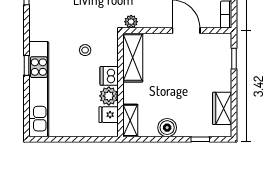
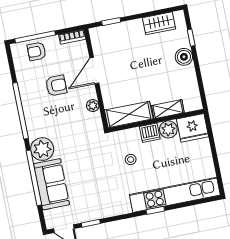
plant: (131, 22) -> (93, 106), moved
fridge: (109, 115) -> (193, 128), width x1.88, depth x1.34
shelving: (130, 120) -> (168, 109), moved
boiler: (167, 128) -> (184, 57), moved

